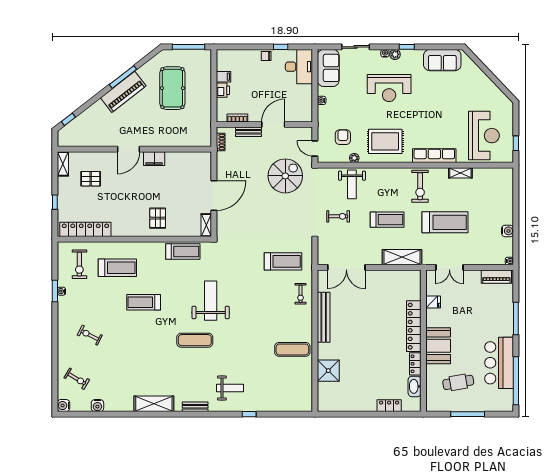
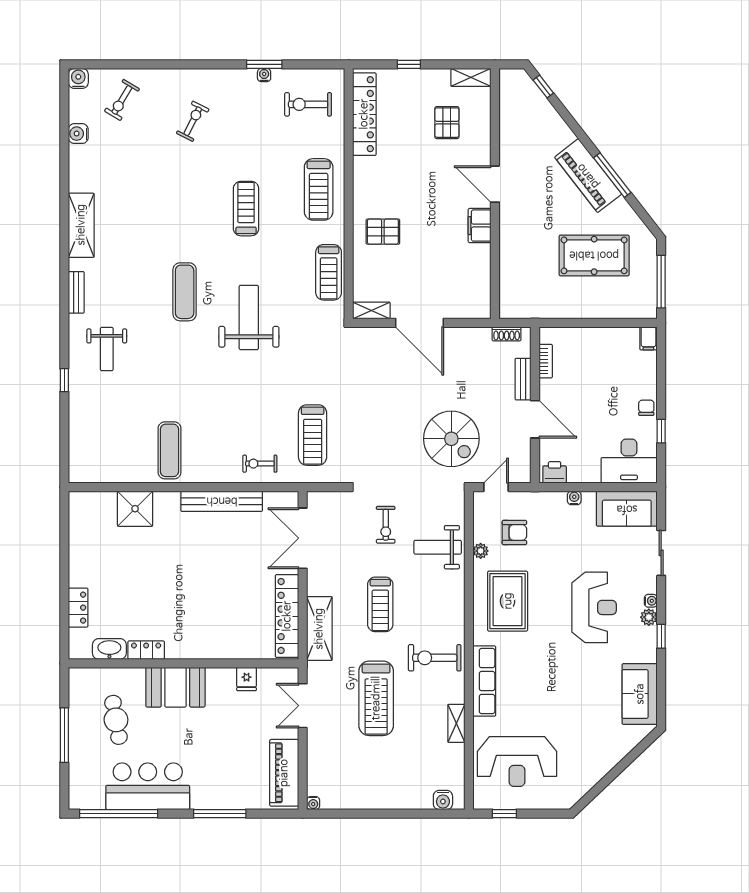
filing cabinet: (223, 77) -> (648, 338), moved
reception desk: (389, 88) -> (594, 607), turned 180
printer: (223, 90) -> (555, 472), moved, turned 180
water cooler: (508, 231) -> (443, 800), moved
treadmill: (117, 268) -> (319, 189), moved
piano: (496, 277) -> (284, 773), width x1.37, depth x1.33
weight bench: (211, 301) -> (249, 317), turned -90
locker: (414, 326) -> (287, 616), moved, turned -90

